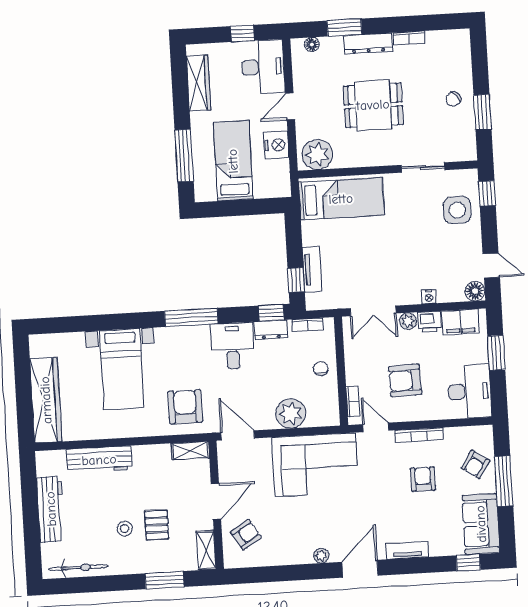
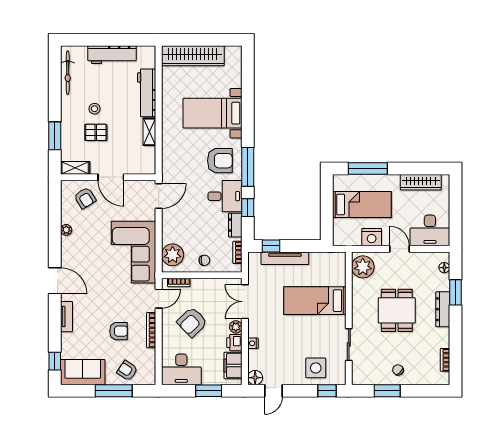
window: (242, 33) -> (456, 217), removed
bookcase: (409, 38) -> (445, 360), moved
bed: (341, 199) -> (315, 301), moved, turned 90
tv unit: (312, 270) -> (285, 258), width x1.41
window: (271, 313) -> (248, 208), moved
armchair: (405, 380) -> (192, 322), turned -132
armchair: (185, 407) -> (220, 161), moved
plant: (291, 414) -> (173, 255), moved
shelving: (190, 451) -> (149, 132), moved
plant: (321, 556) -> (66, 230), moved

